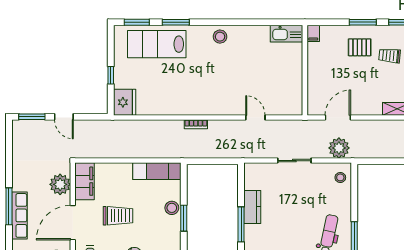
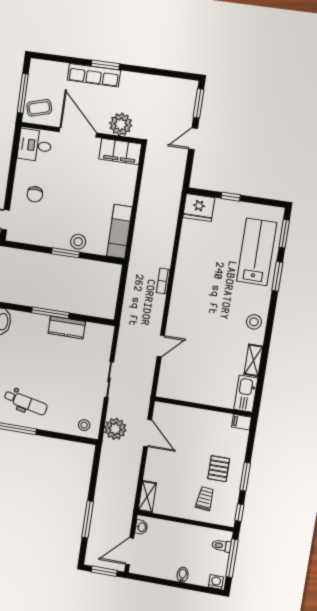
shelving: (255, 32) -> (253, 360), added
window: (9, 206) -> (105, 65), width x0.69
trolley: (118, 216) -> (78, 183), removed

